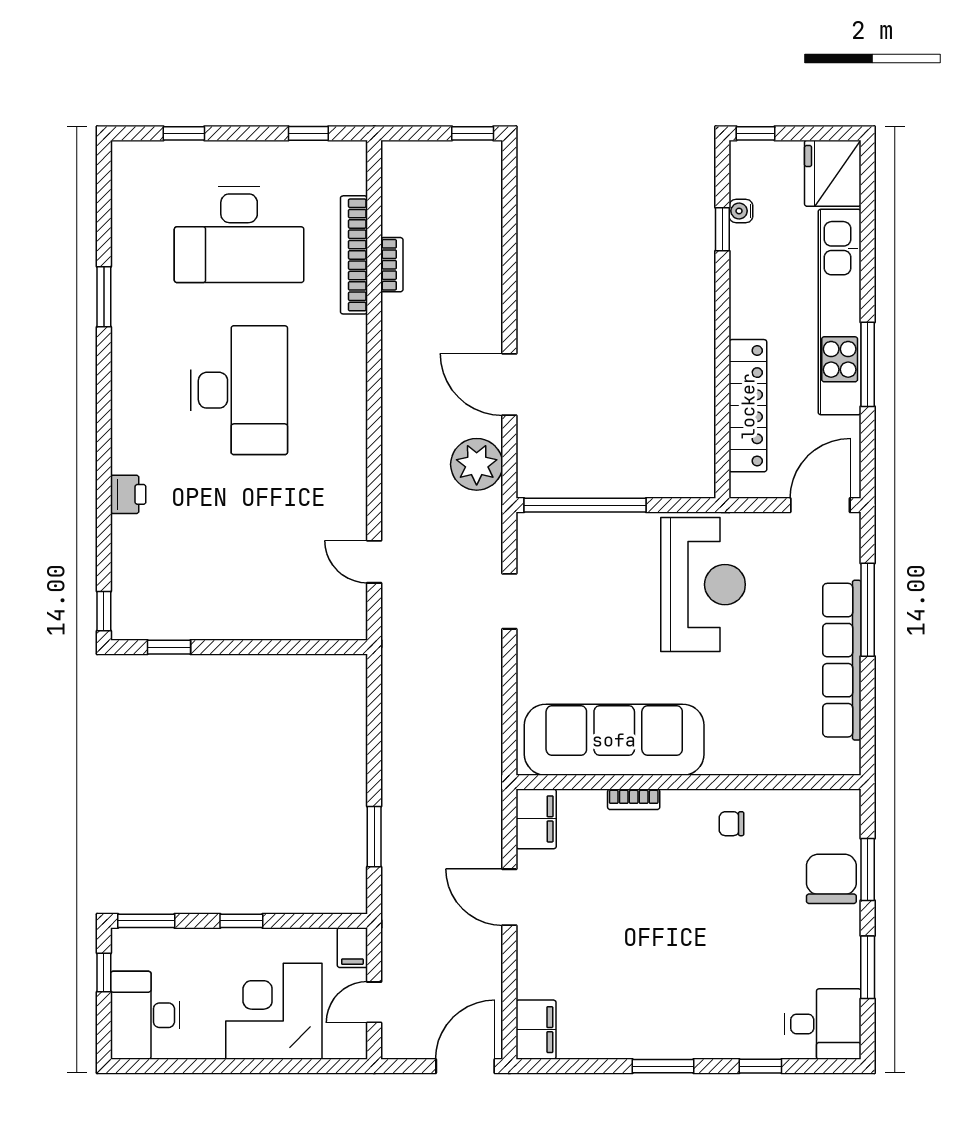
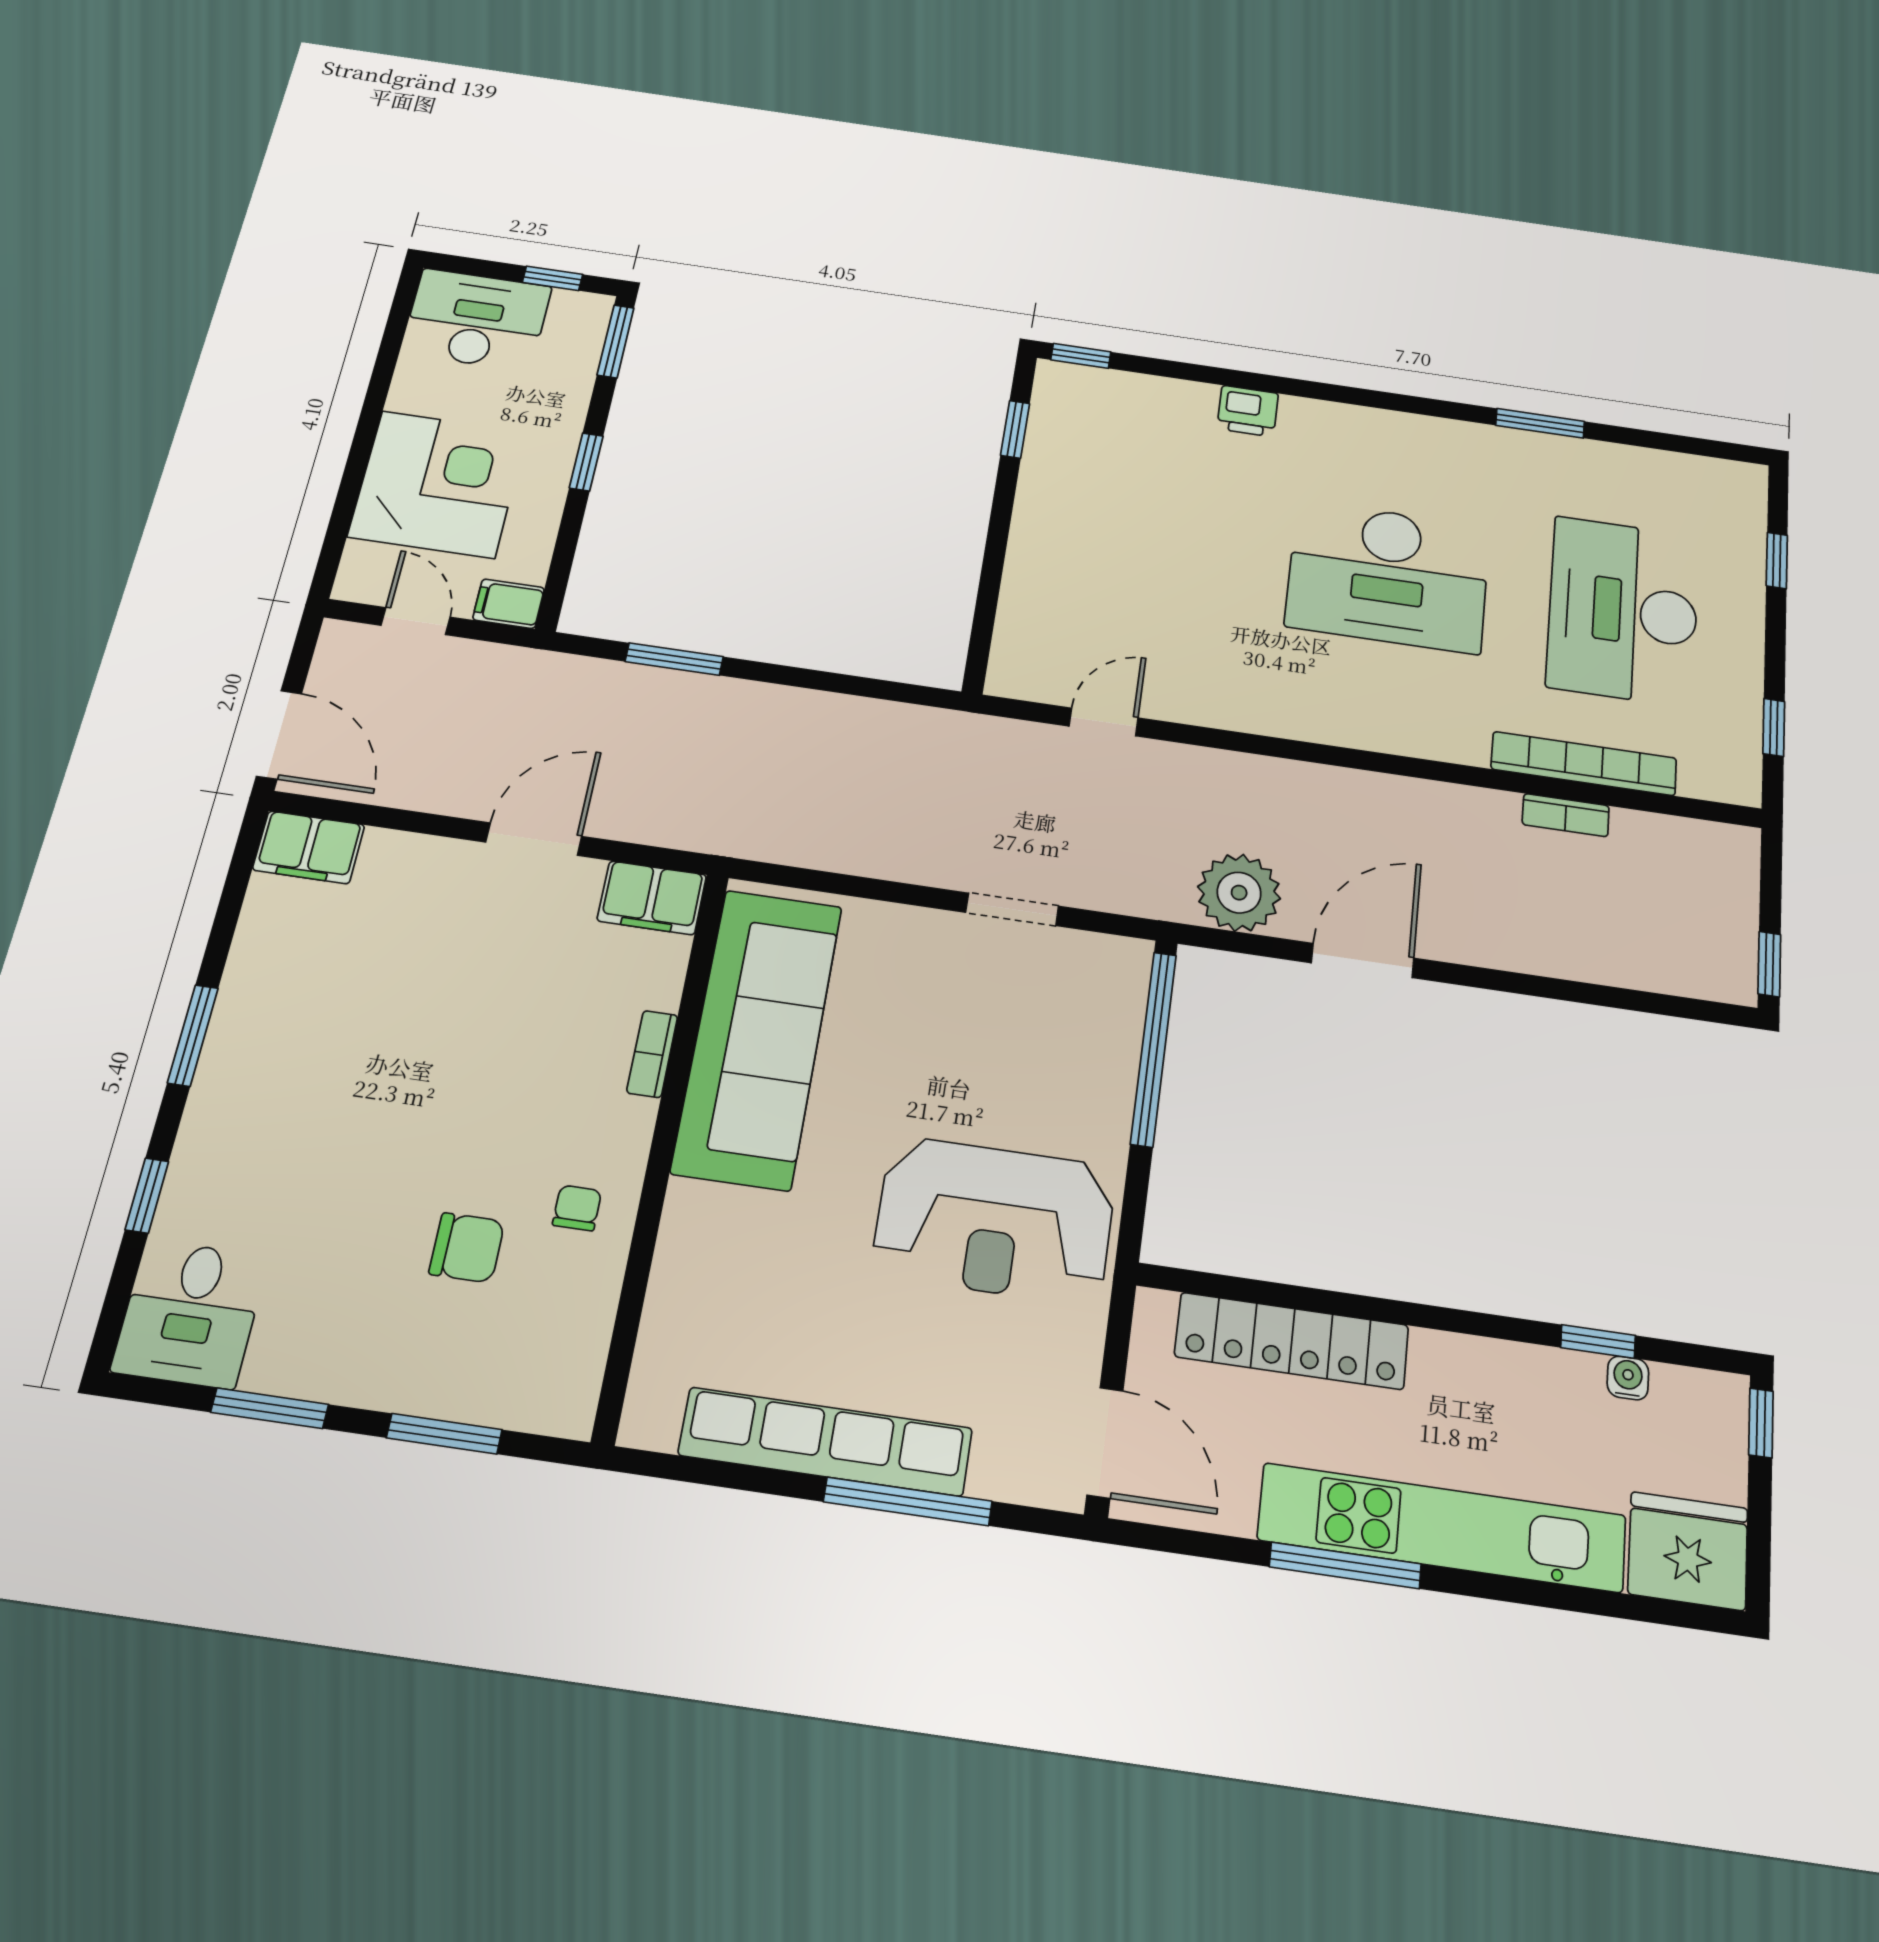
chair: (831, 879) -> (467, 1248), moved, width x0.73, depth x0.73

